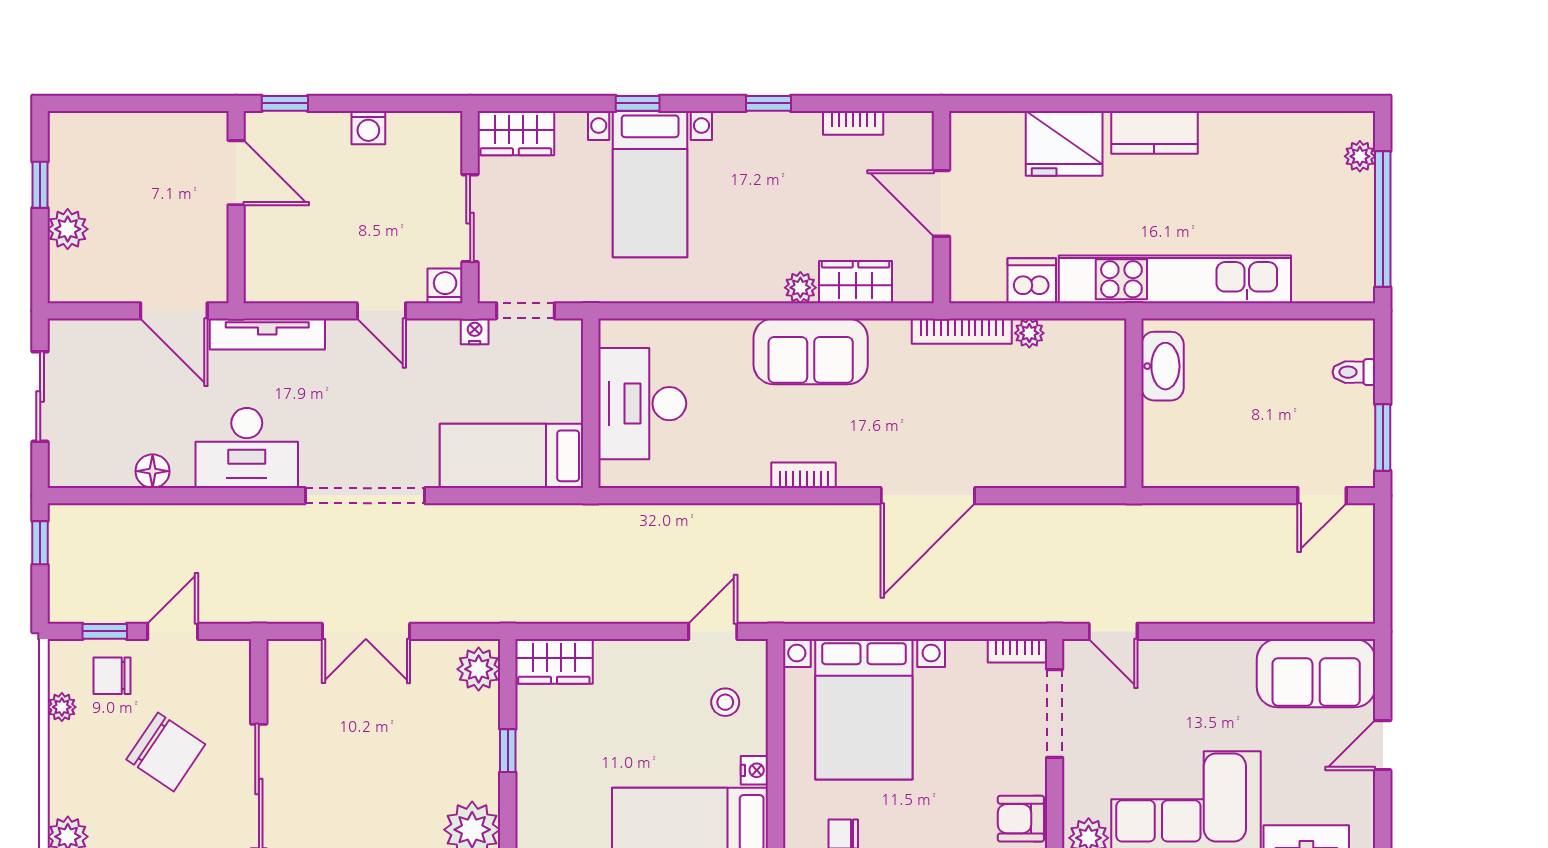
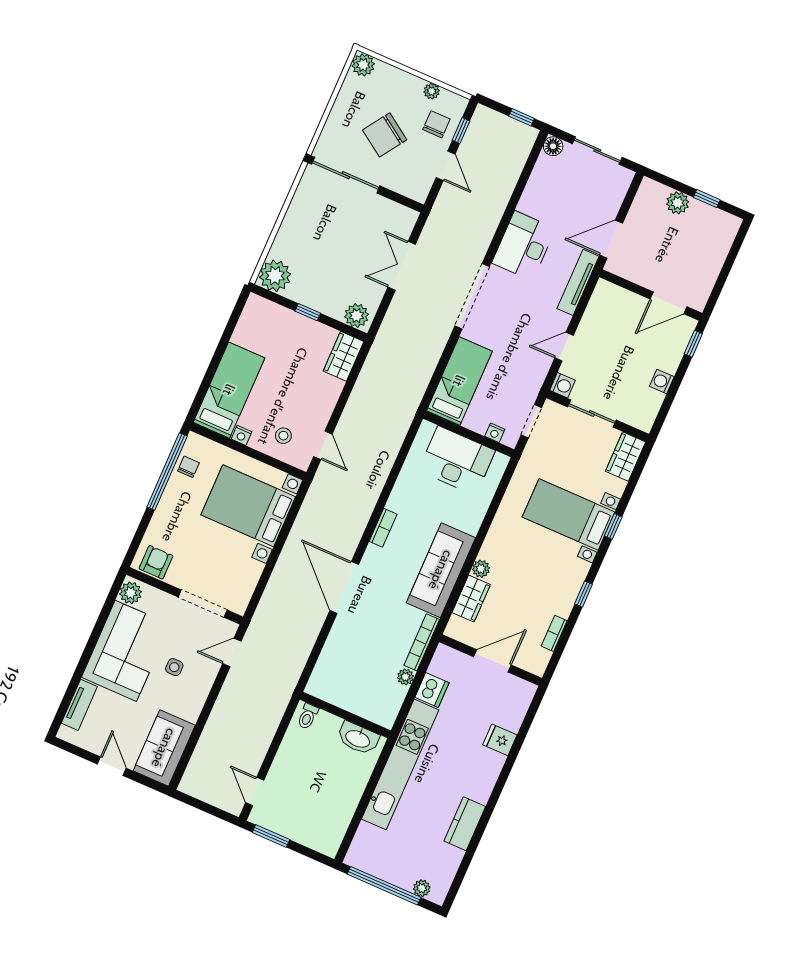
kitchen counter: (1154, 132) -> (465, 824), moved
fridge: (1064, 143) -> (500, 740), width x0.53, depth x0.75
nightstand: (475, 331) -> (495, 433), moved, turned 90
sofa: (811, 351) -> (441, 570), width x1.36
toilet: (1354, 372) -> (308, 716), moved, turned 180
floor lamp: (153, 471) -> (553, 146), moved
bookcase: (1017, 651) -> (244, 599), removed
side table: (1178, 714) -> (174, 667), added

